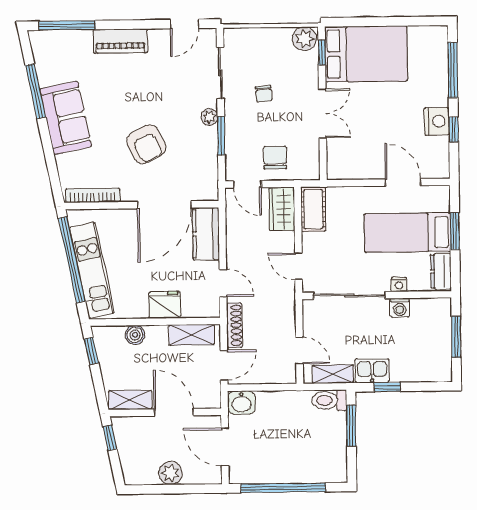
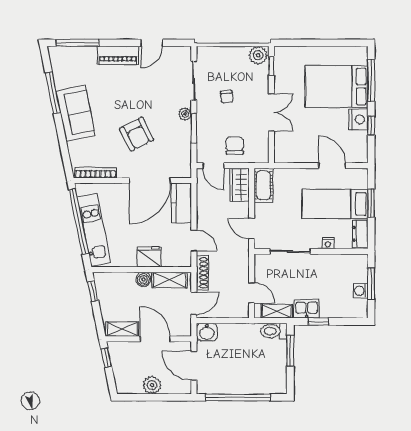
door: (184, 24) -> (152, 43), moved
bed: (366, 54) -> (336, 86), moved, turned 180
sliding door: (349, 296) -> (290, 251), width x0.73
washing machine: (400, 308) -> (361, 291), moved, turned 90
boiler: (135, 335) -> (143, 279), moved

